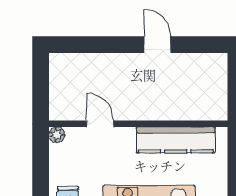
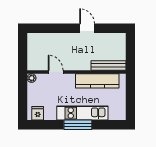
bench: (196, 112) -> (108, 65), added

